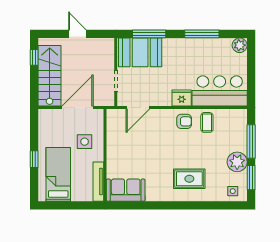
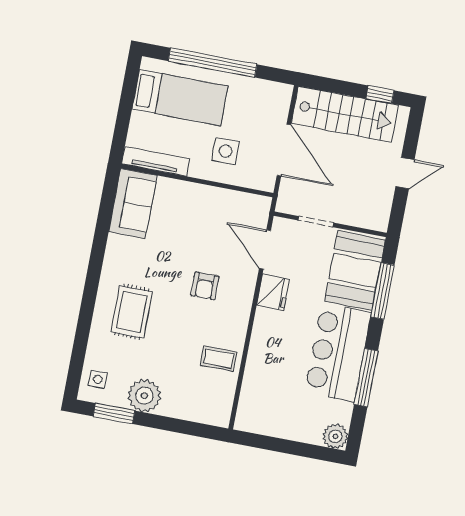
bar counter: (220, 91) -> (338, 353), moved, turned 180
fridge: (182, 98) -> (273, 292), moved
armchair: (184, 121) -> (205, 286), moved
window: (251, 142) -> (173, 425), removed
window: (34, 159) -> (213, 63), width x3.17

